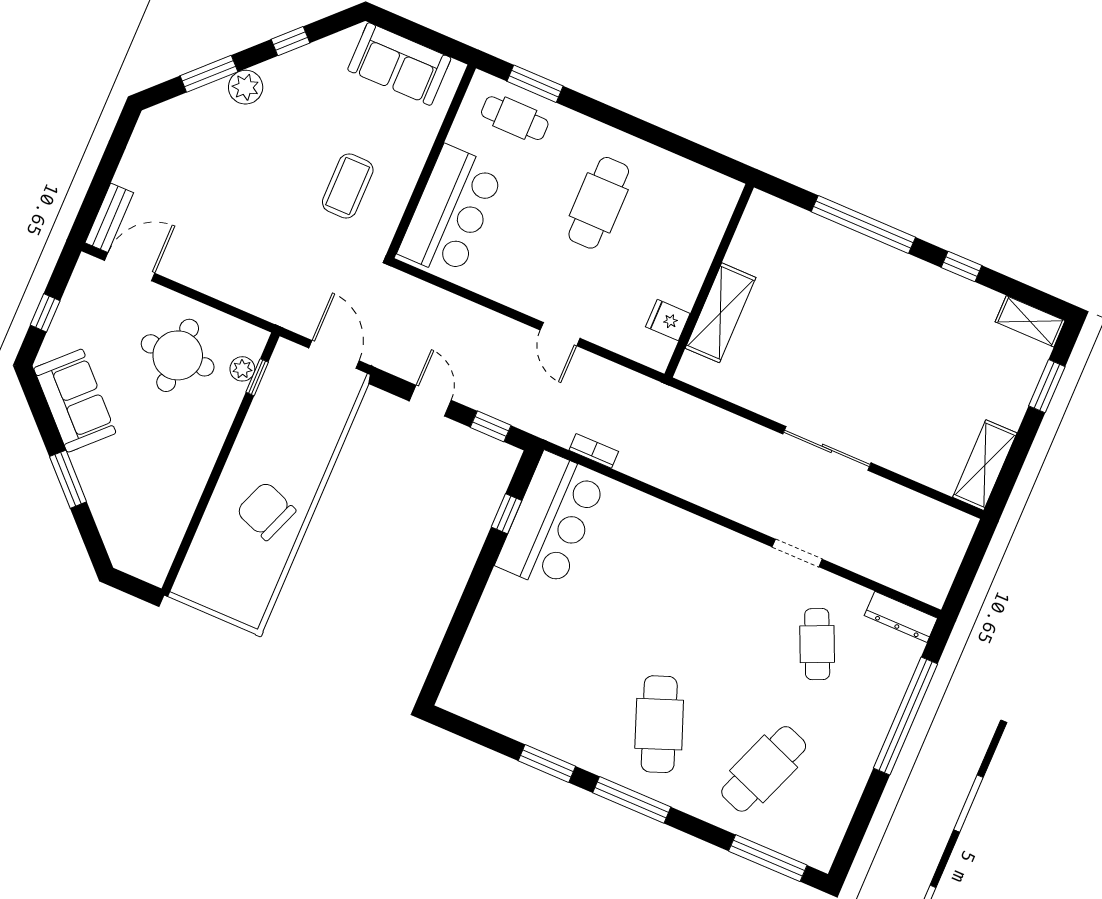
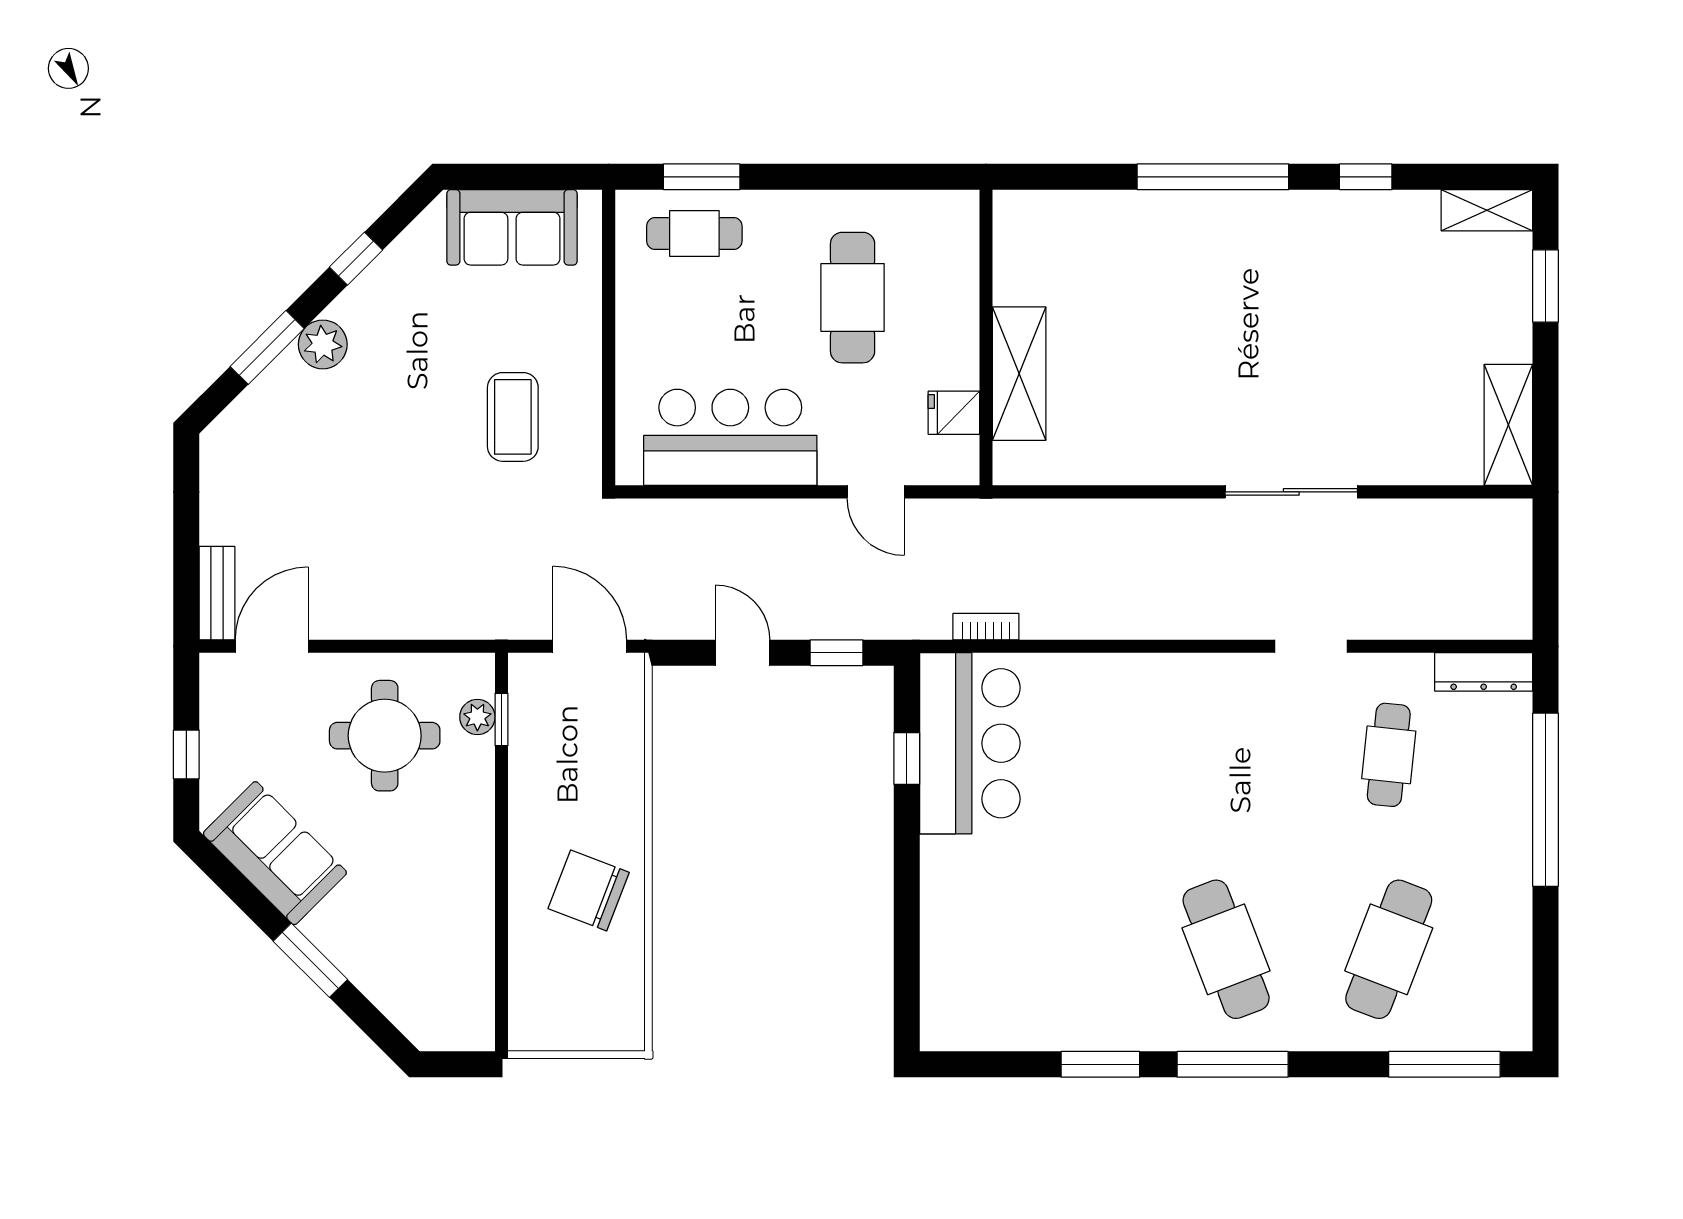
bar counter: (451, 211) -> (730, 437), moved, turned -90
wall: (709, 281) -> (986, 338), moved
shelving: (721, 313) -> (1019, 374), moved
fridge: (668, 320) -> (954, 413), moved
cafe table: (817, 644) -> (1389, 755), turned 30

